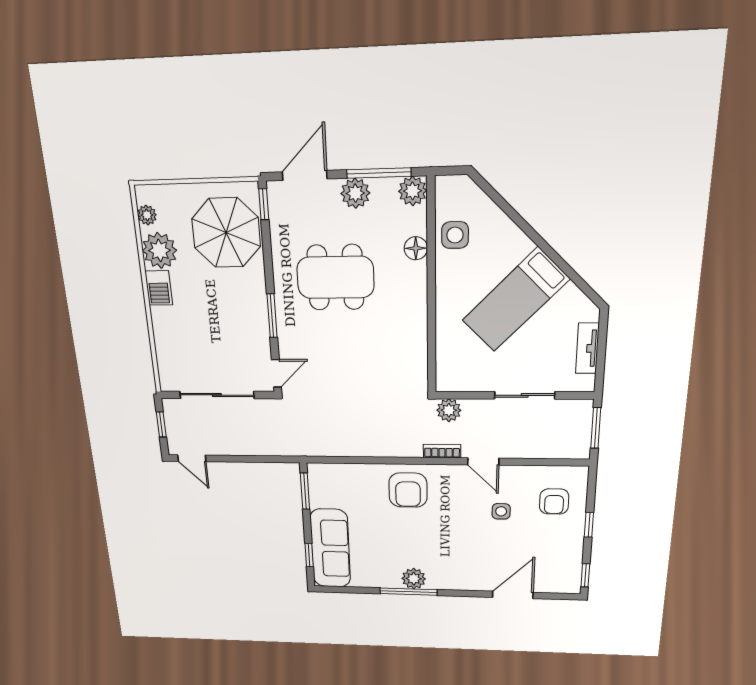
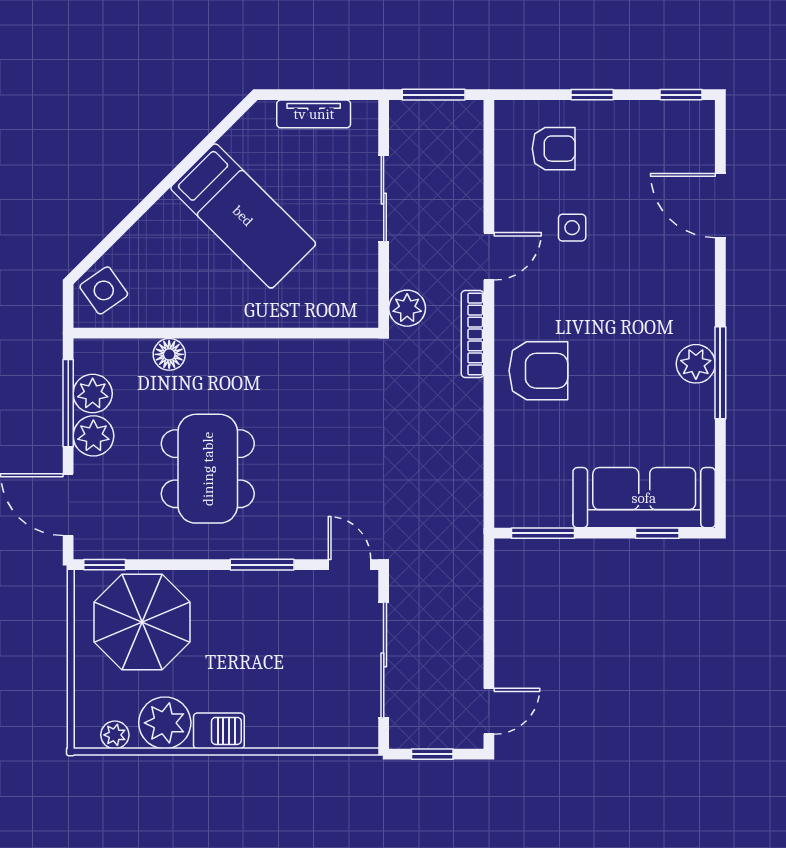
plant: (413, 191) -> (93, 394), moved
side table: (455, 235) -> (104, 290), moved, turned -35
bookcase: (442, 451) -> (472, 334), width x1.56

